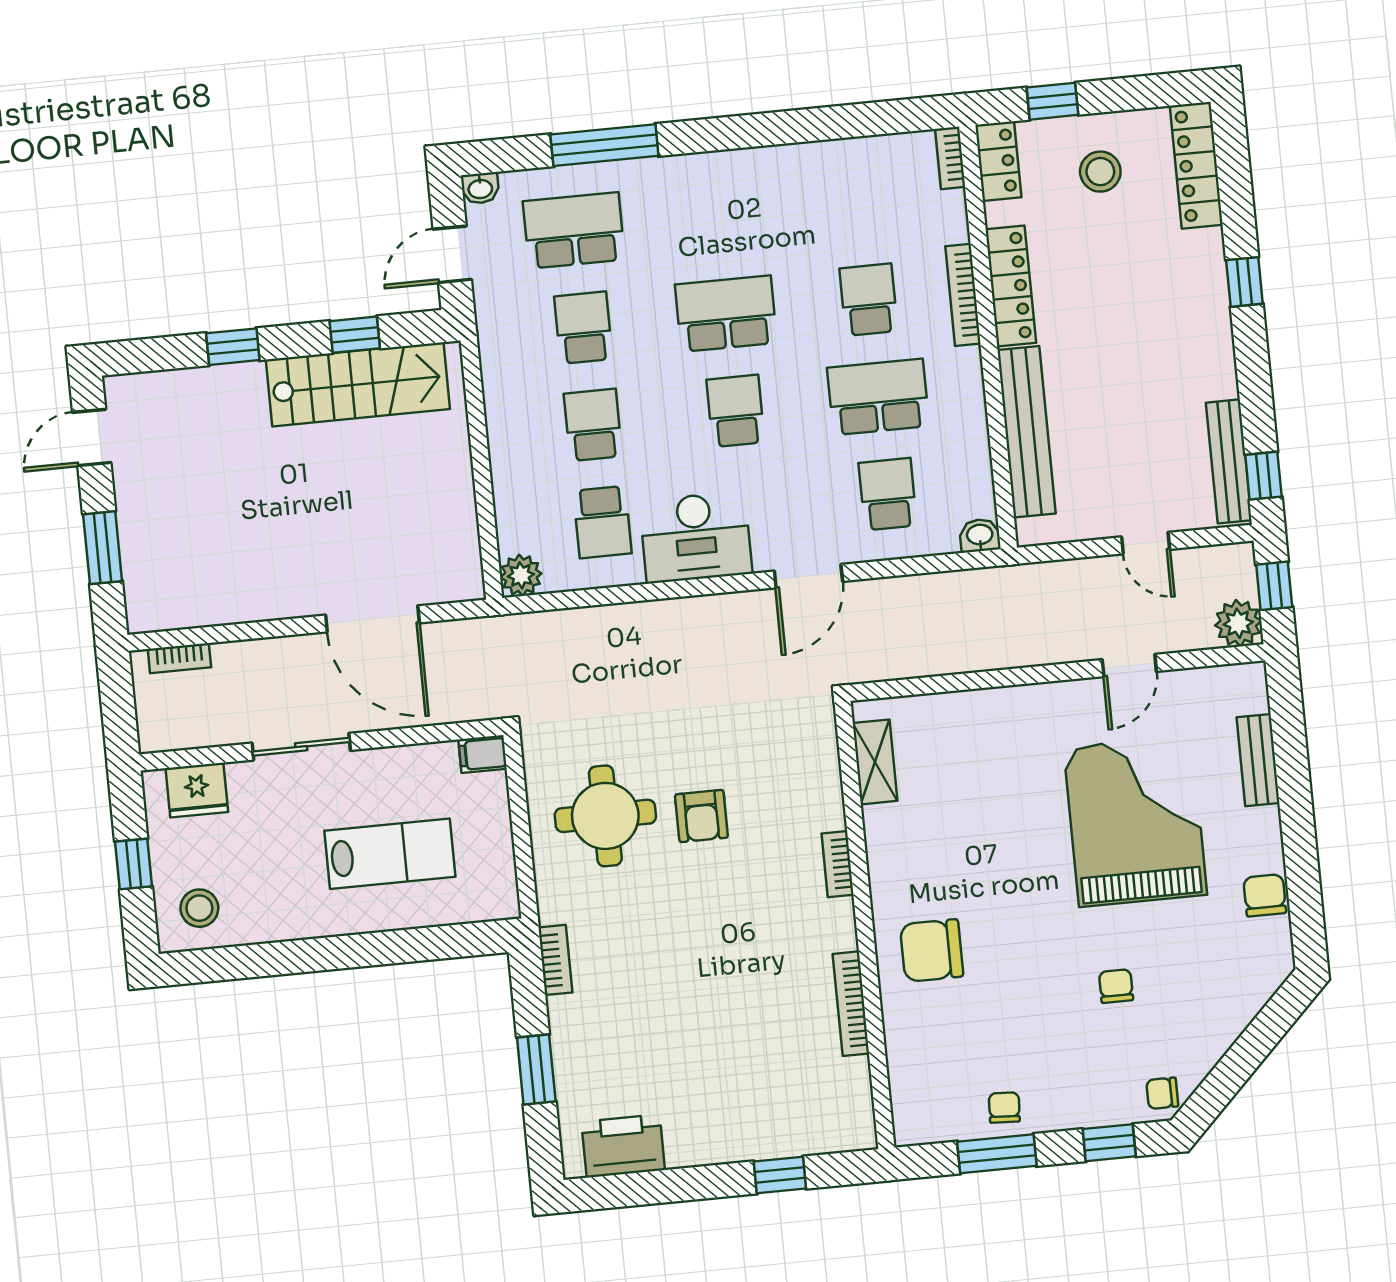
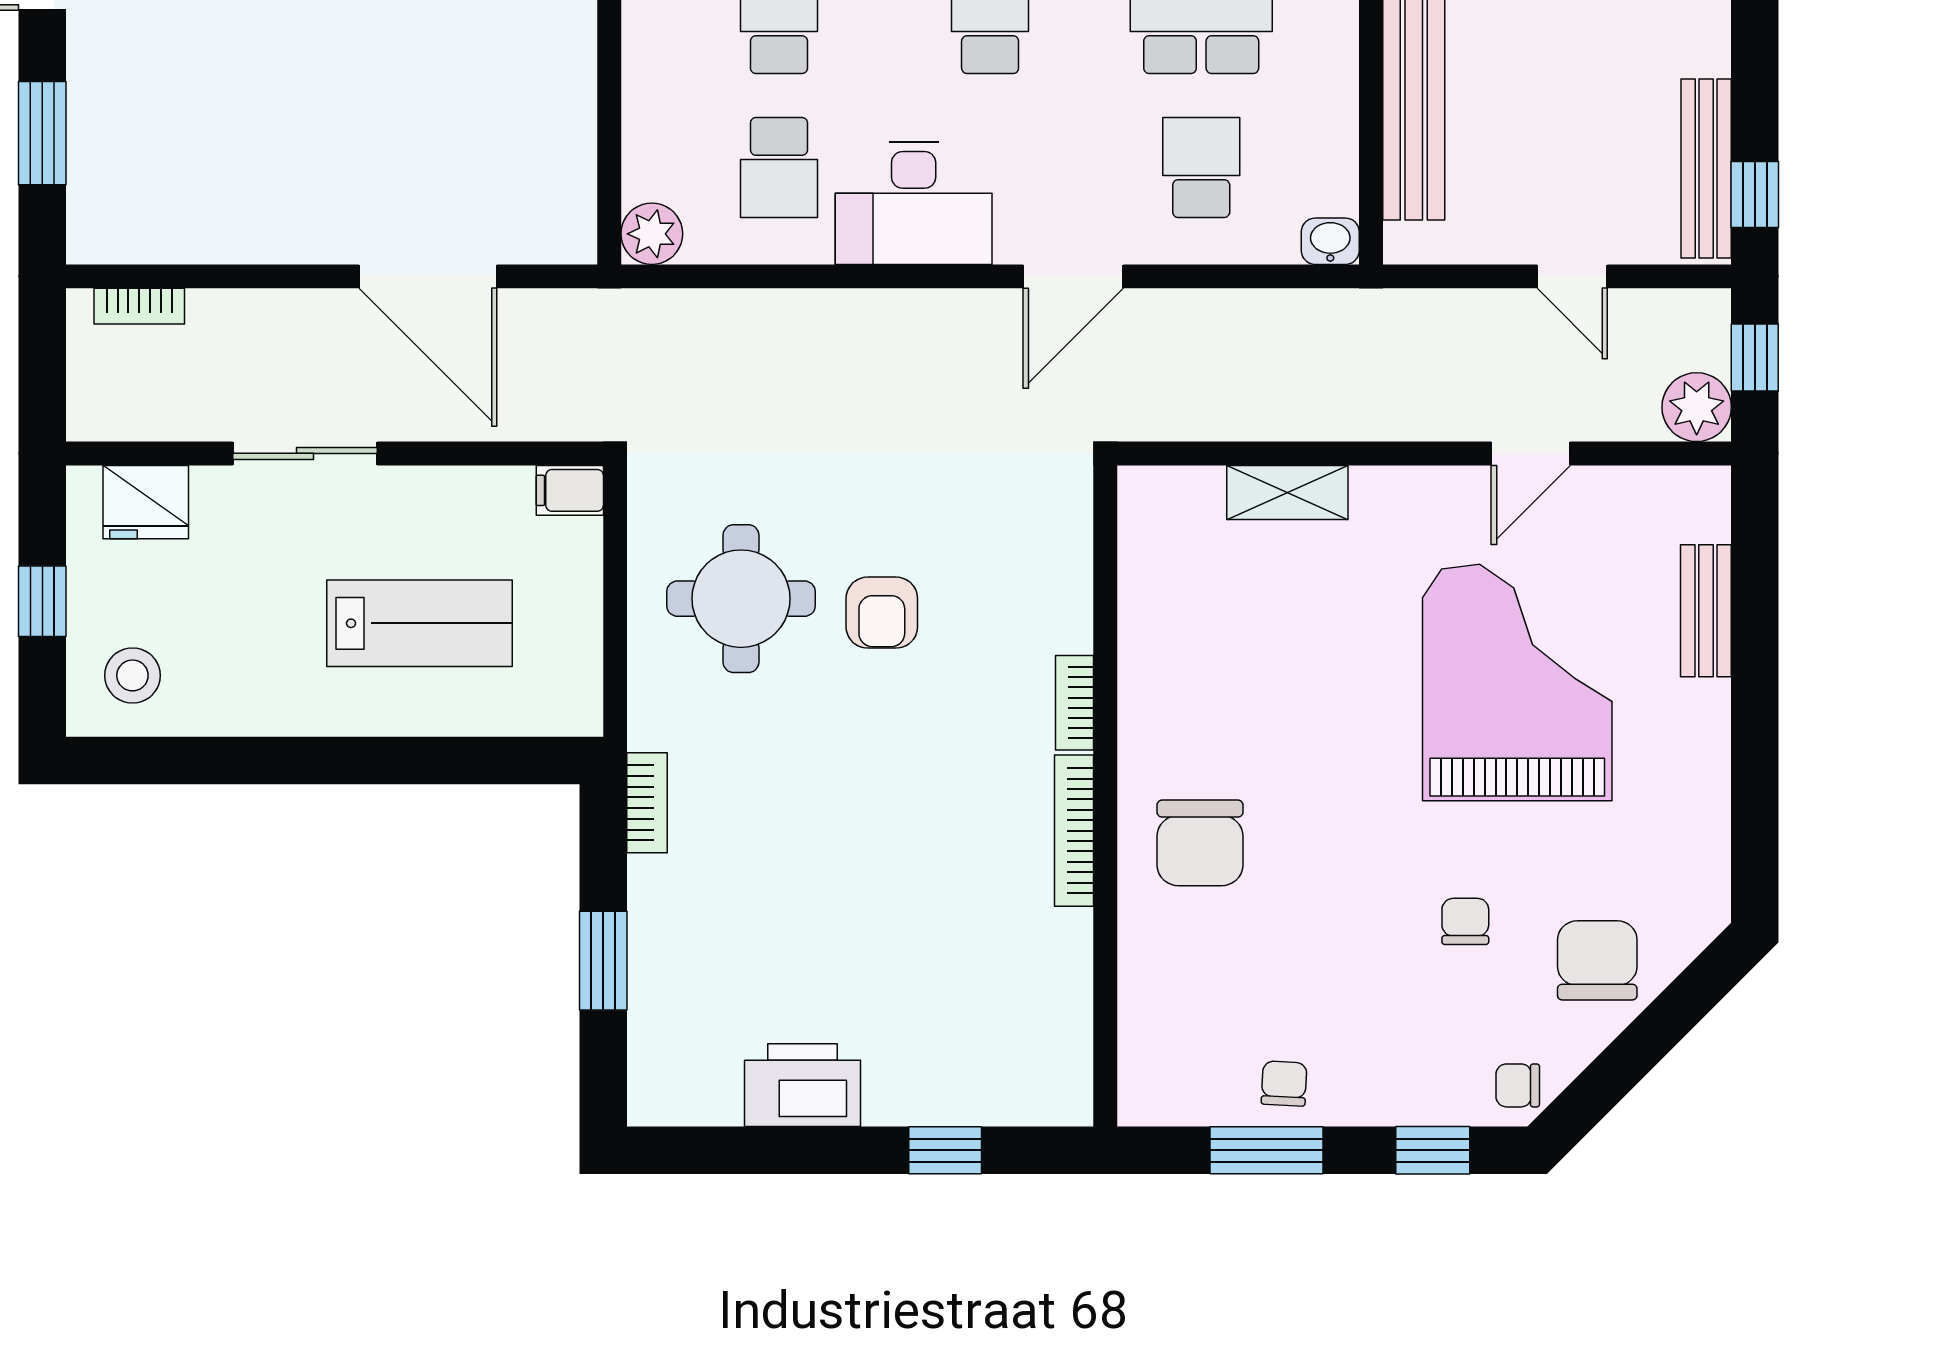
shelving: (875, 762) -> (1287, 493), moved, turned 90
chair: (1265, 895) -> (1597, 960), moved, width x1.37, depth x1.37
chair: (932, 950) -> (1200, 843), turned -90
bookcase: (851, 1004) -> (1074, 831), moved
printer: (623, 1146) -> (802, 1085), moved

